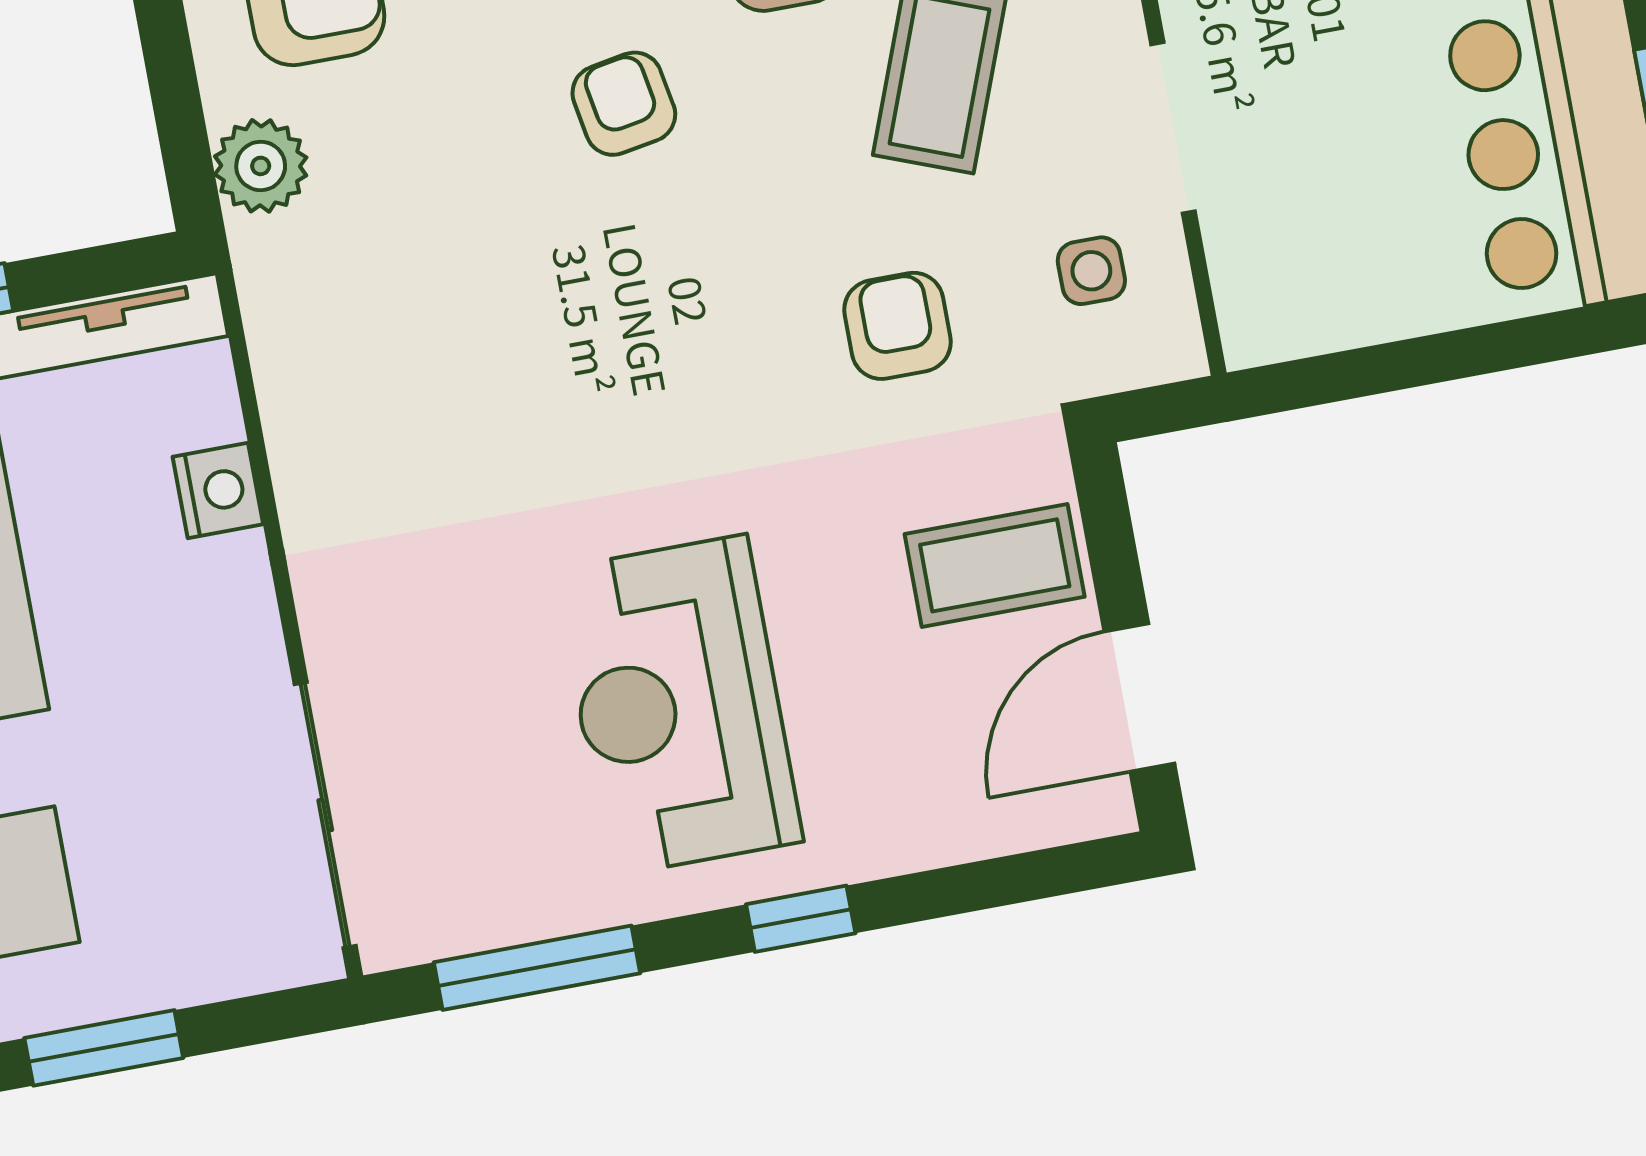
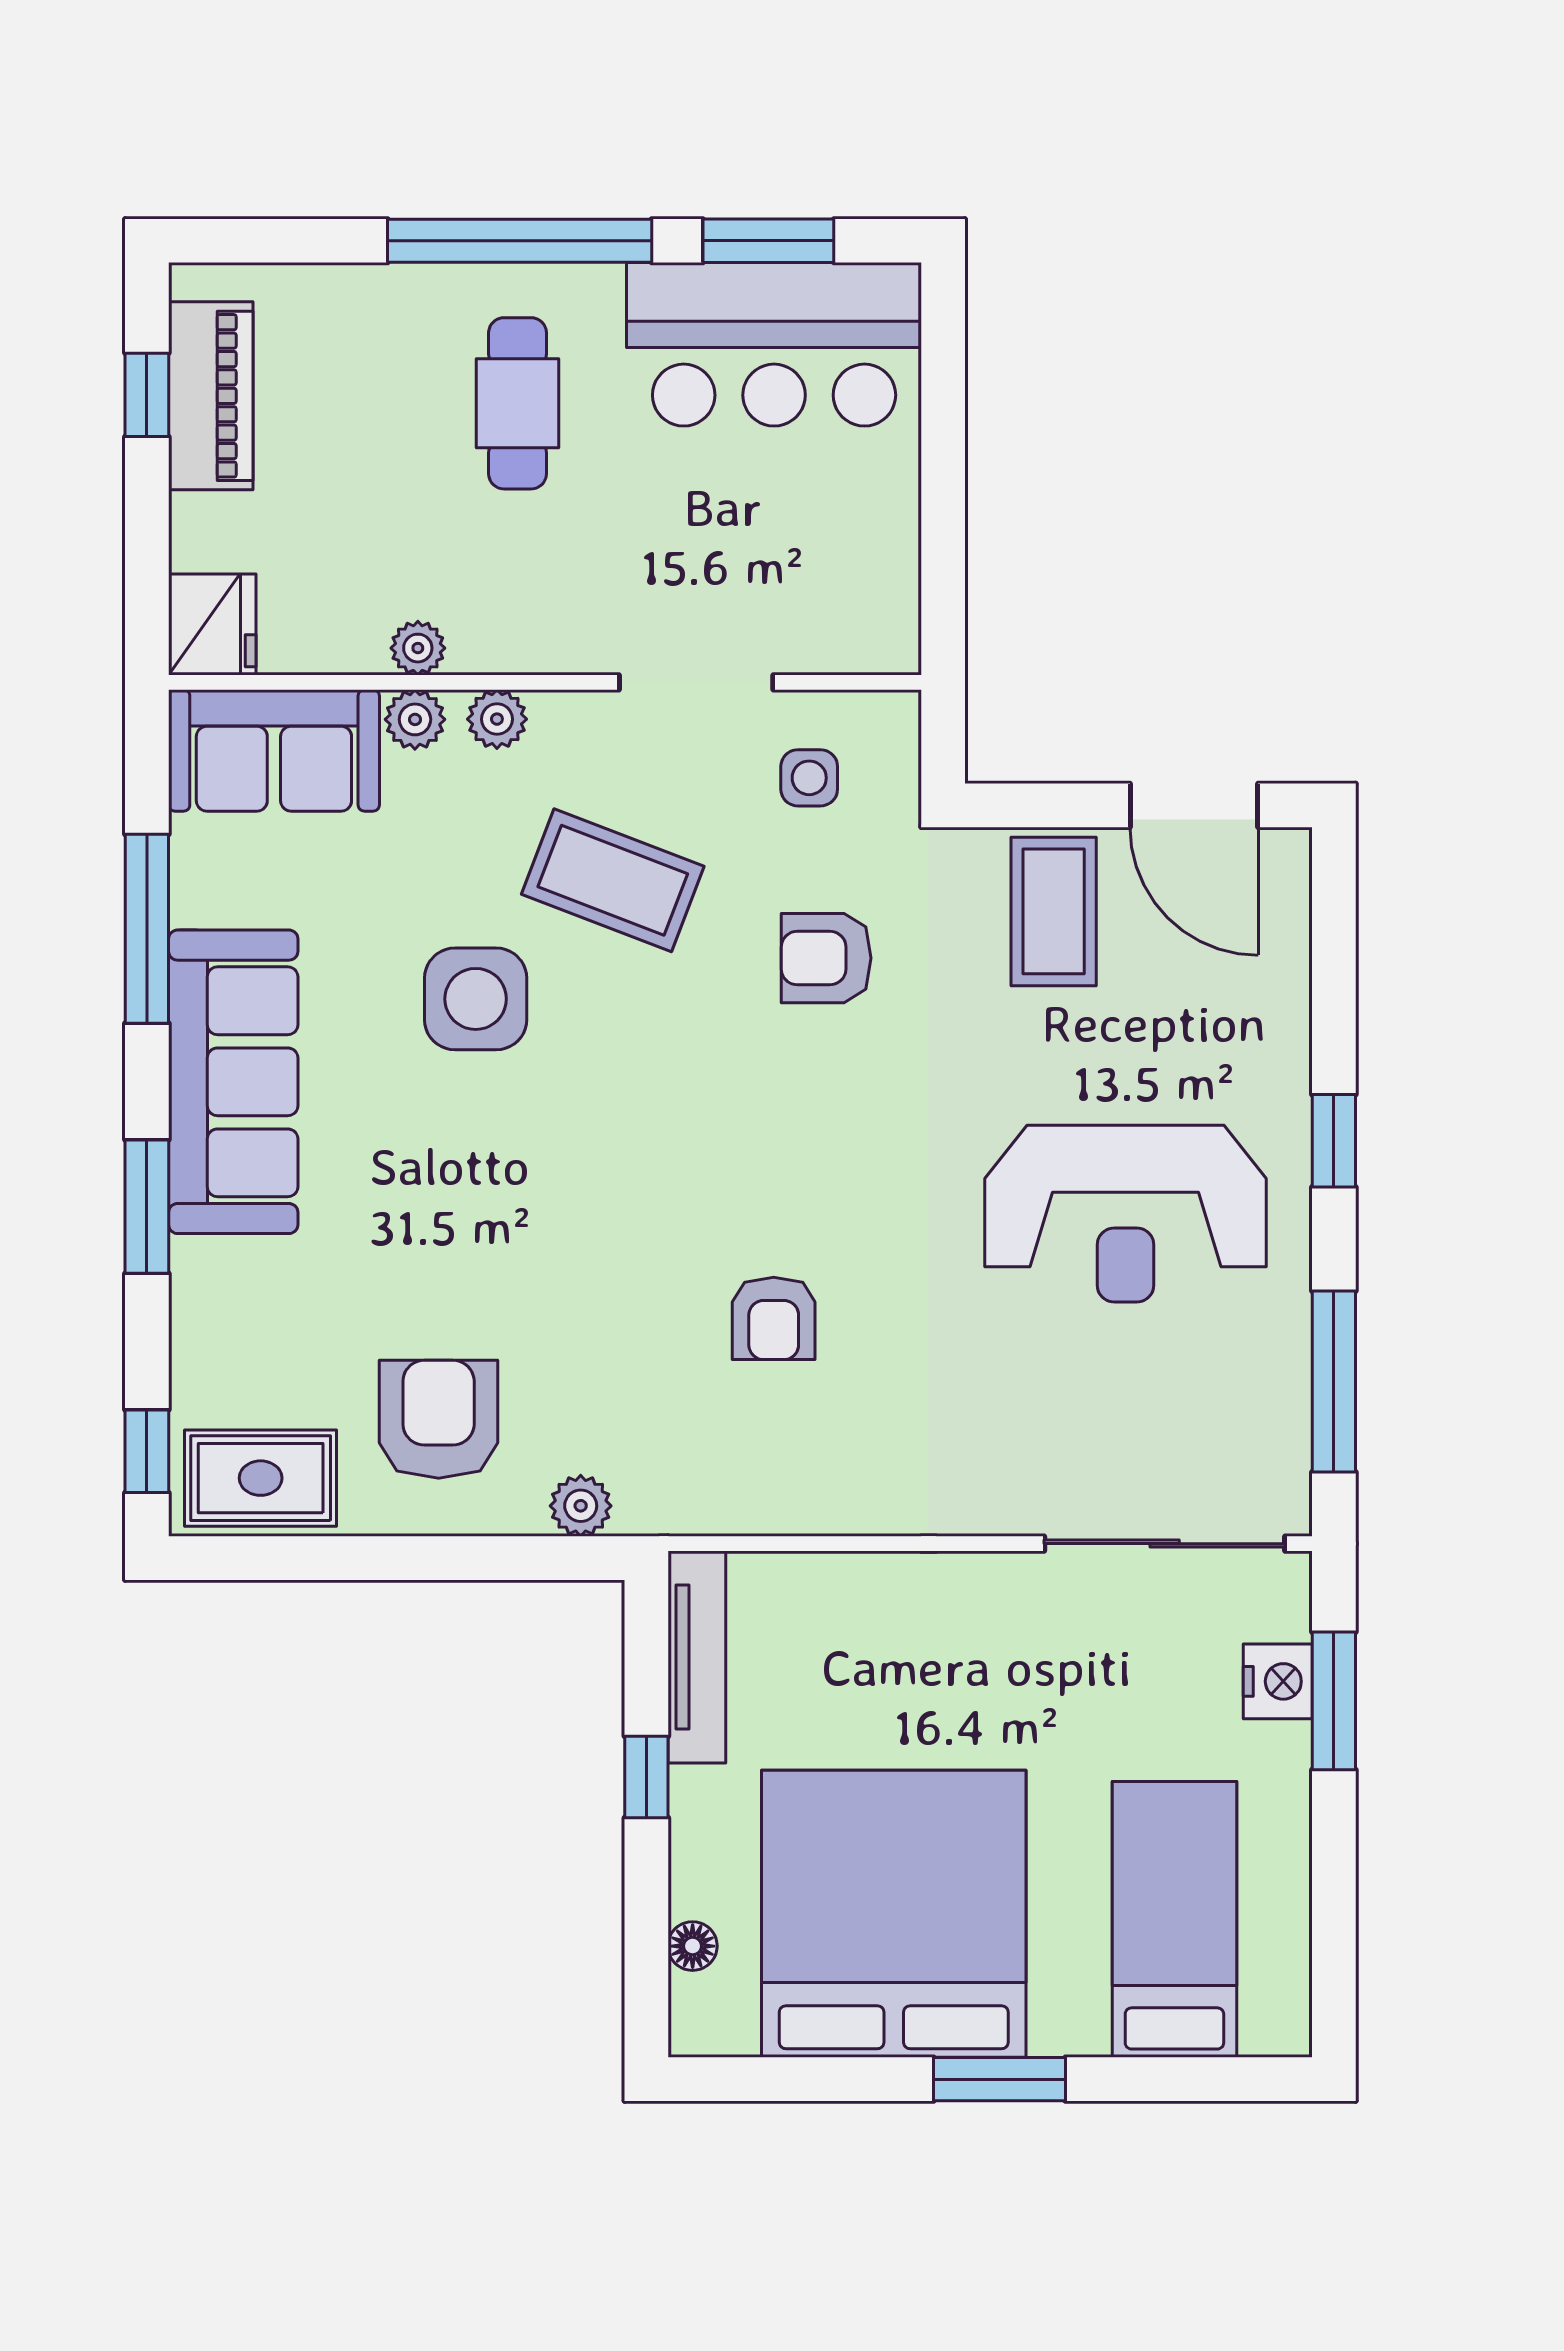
armchair: (624, 104) -> (774, 1318), moved, turned -80
plant: (261, 166) -> (581, 1506), width x0.73, depth x0.73
nightstand: (218, 491) -> (1278, 1681), moved, turned 90
window: (104, 1048) -> (1334, 1701), moved

